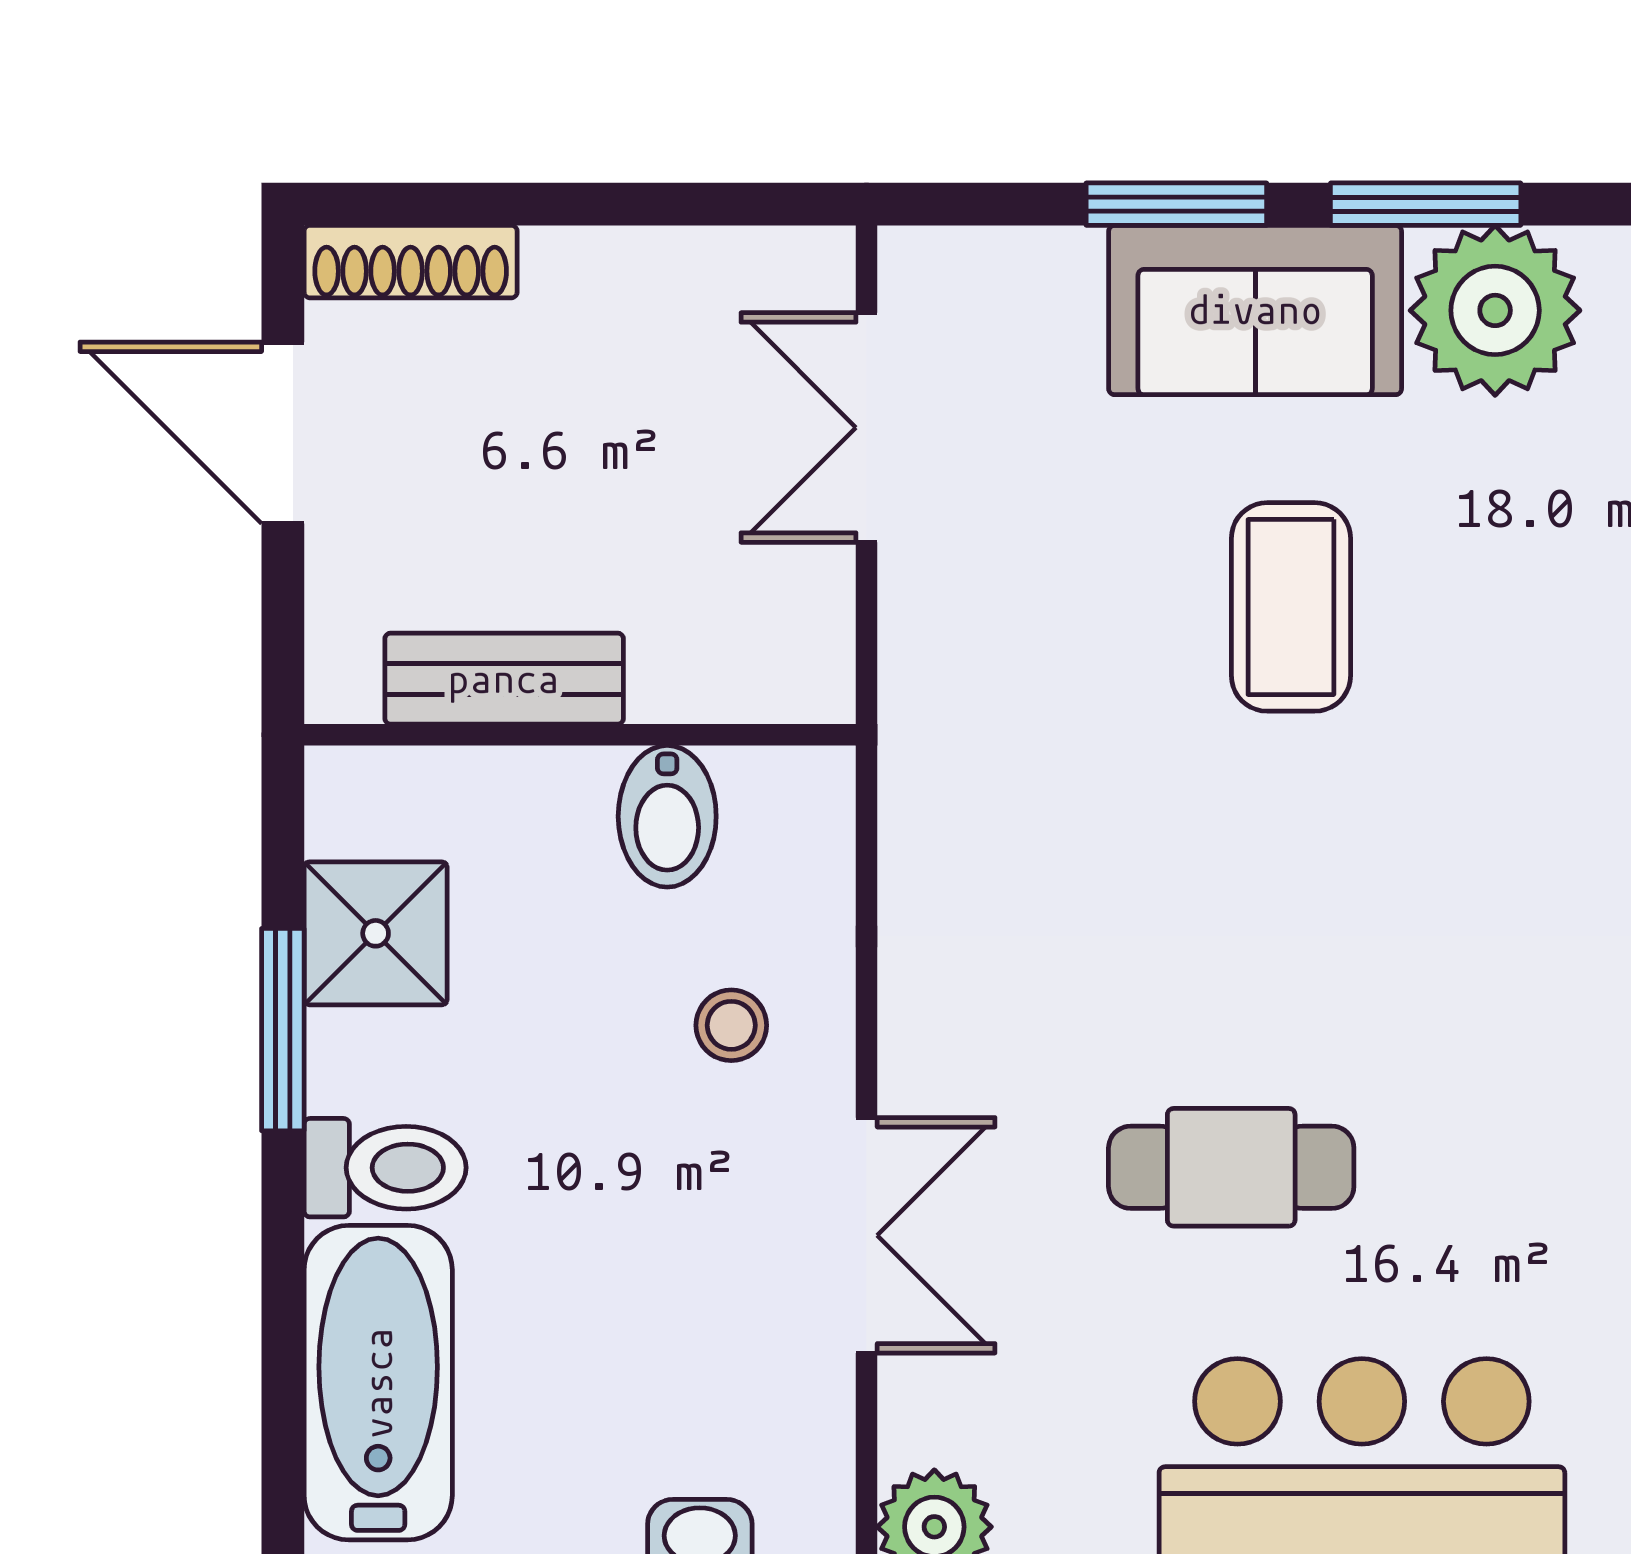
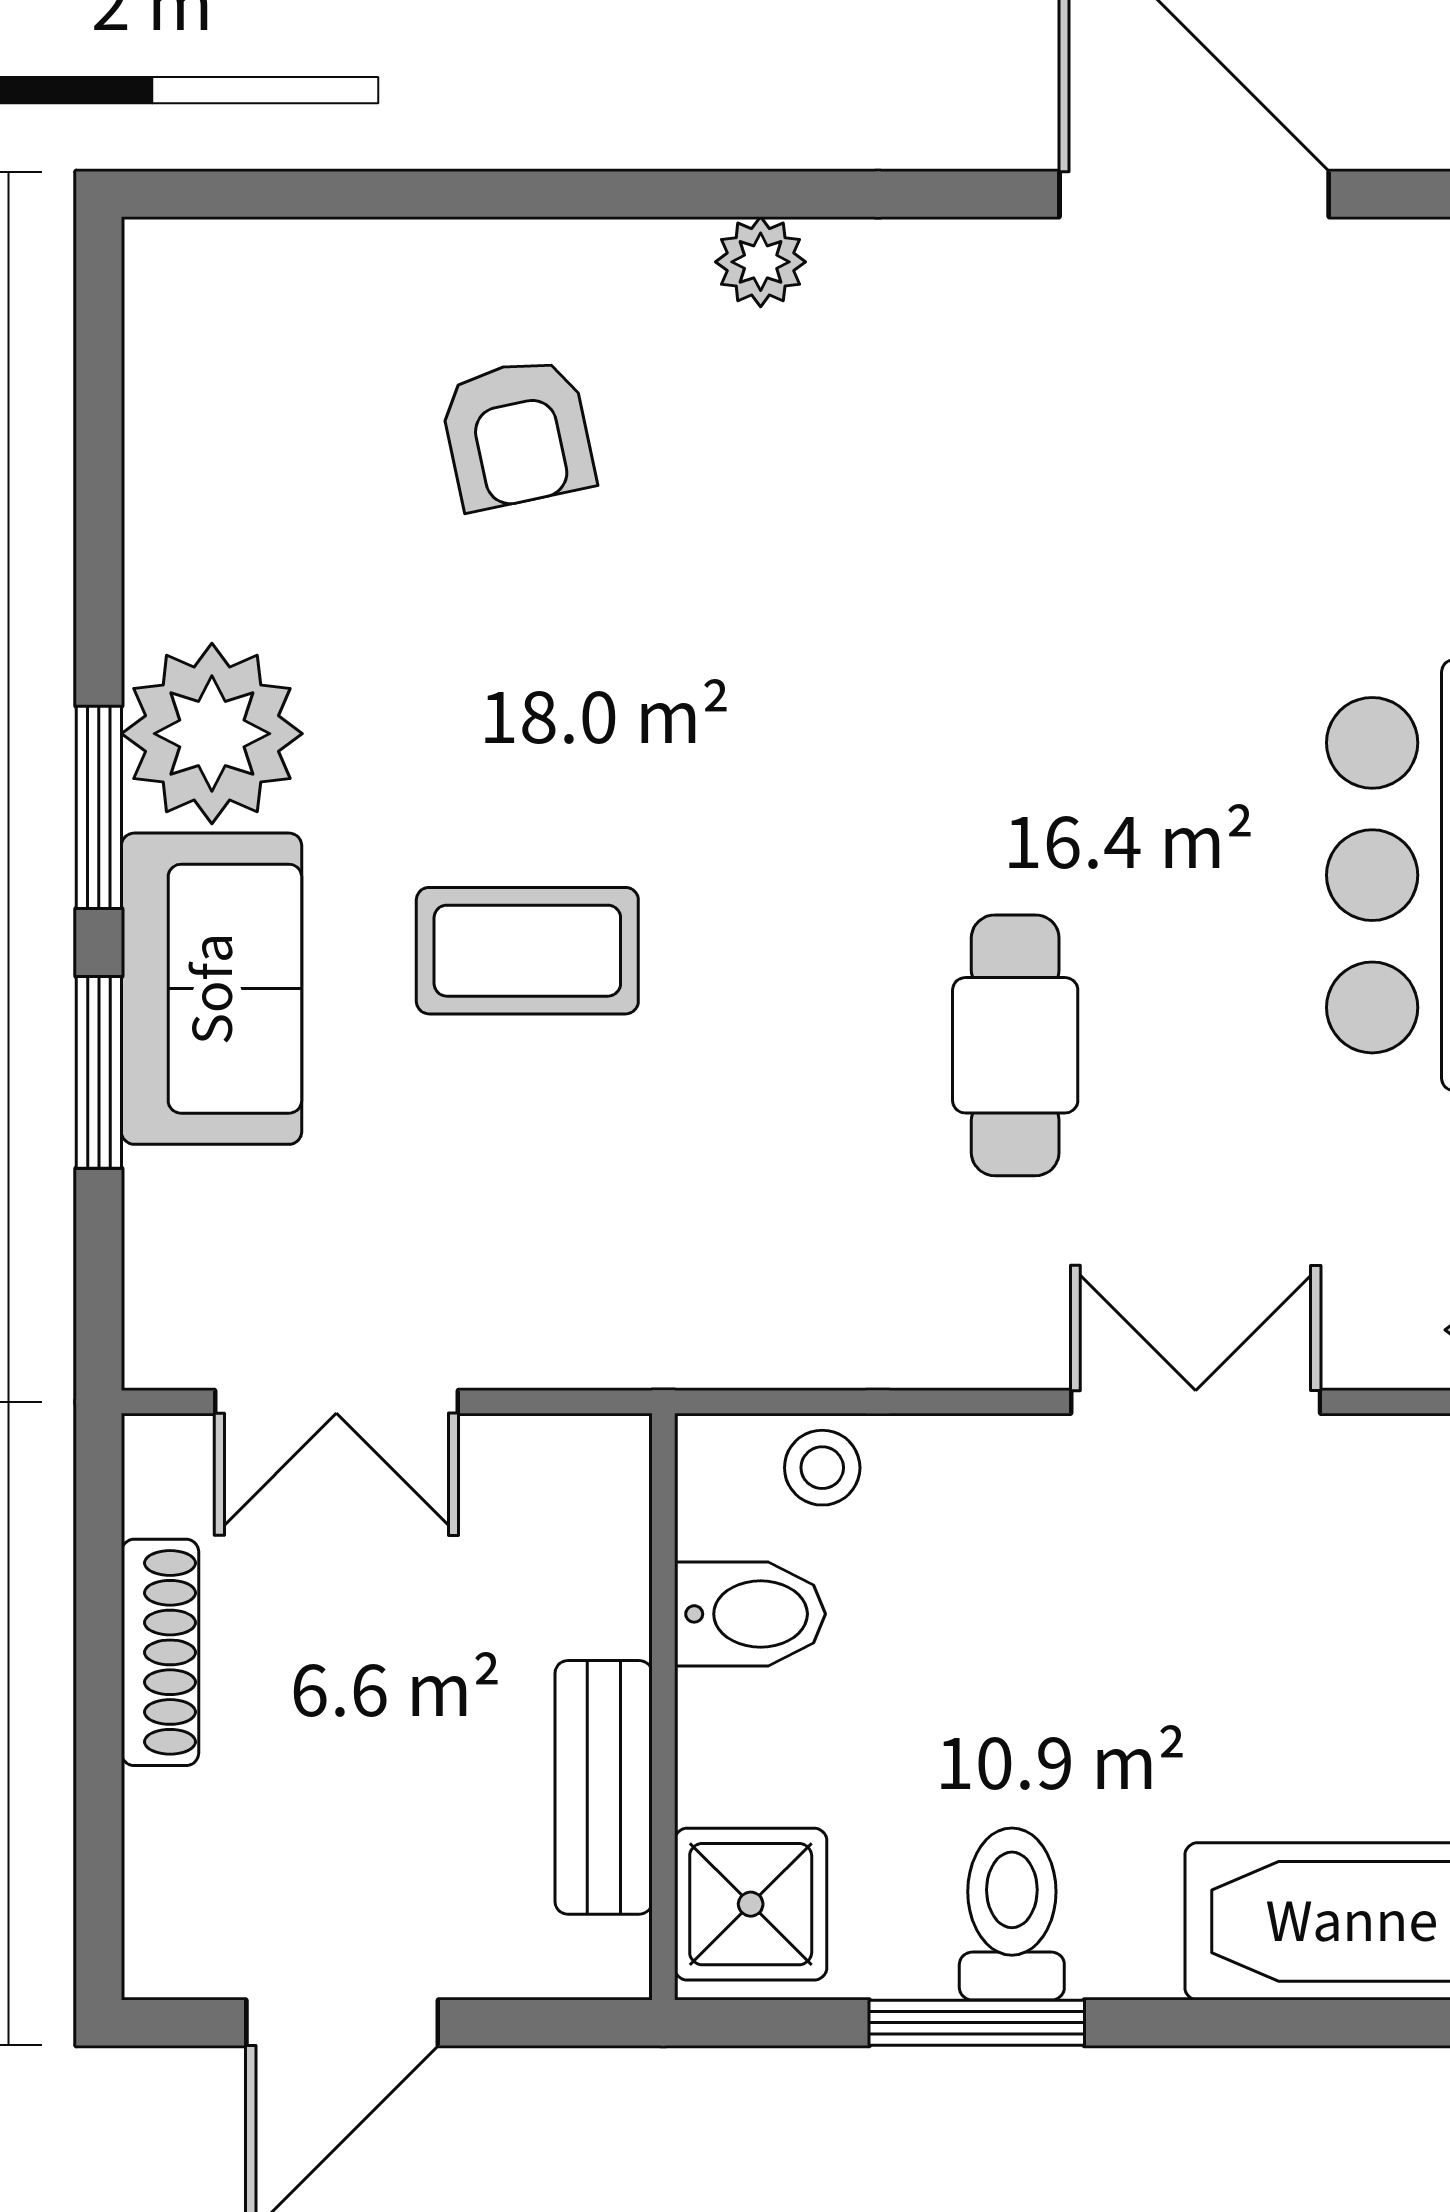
shoe rack: (411, 262) -> (160, 1652), moved
shower: (376, 933) -> (751, 1904), moved
stool: (731, 1025) -> (822, 1468), moved
cafe table: (1231, 1167) -> (1015, 1045), moved
toilet: (385, 1168) -> (1012, 1914), moved

